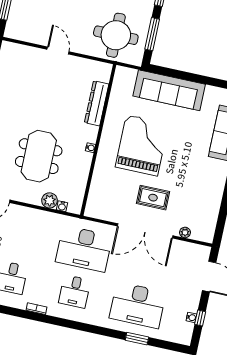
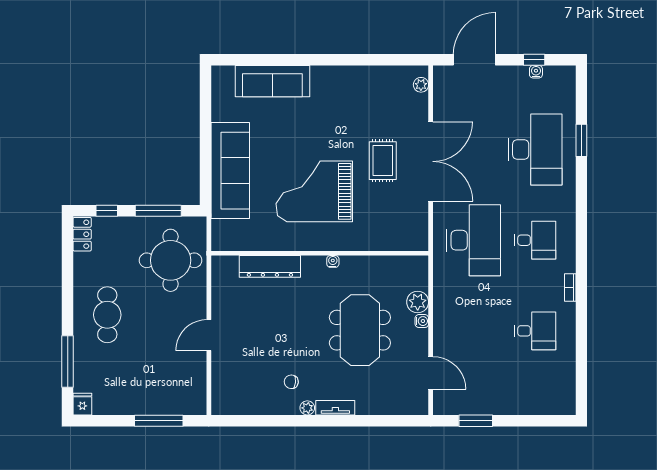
chair: (13, 101) -> (291, 382), added
meeting table: (39, 156) -> (360, 330), turned 90
water cooler: (62, 206) -> (422, 321), moved
plant: (185, 232) -> (421, 85), moved

